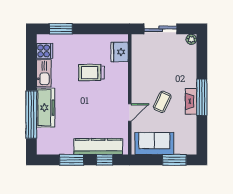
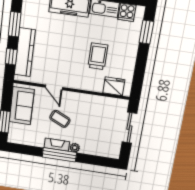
plant: (191, 39) -> (75, 148), moved

